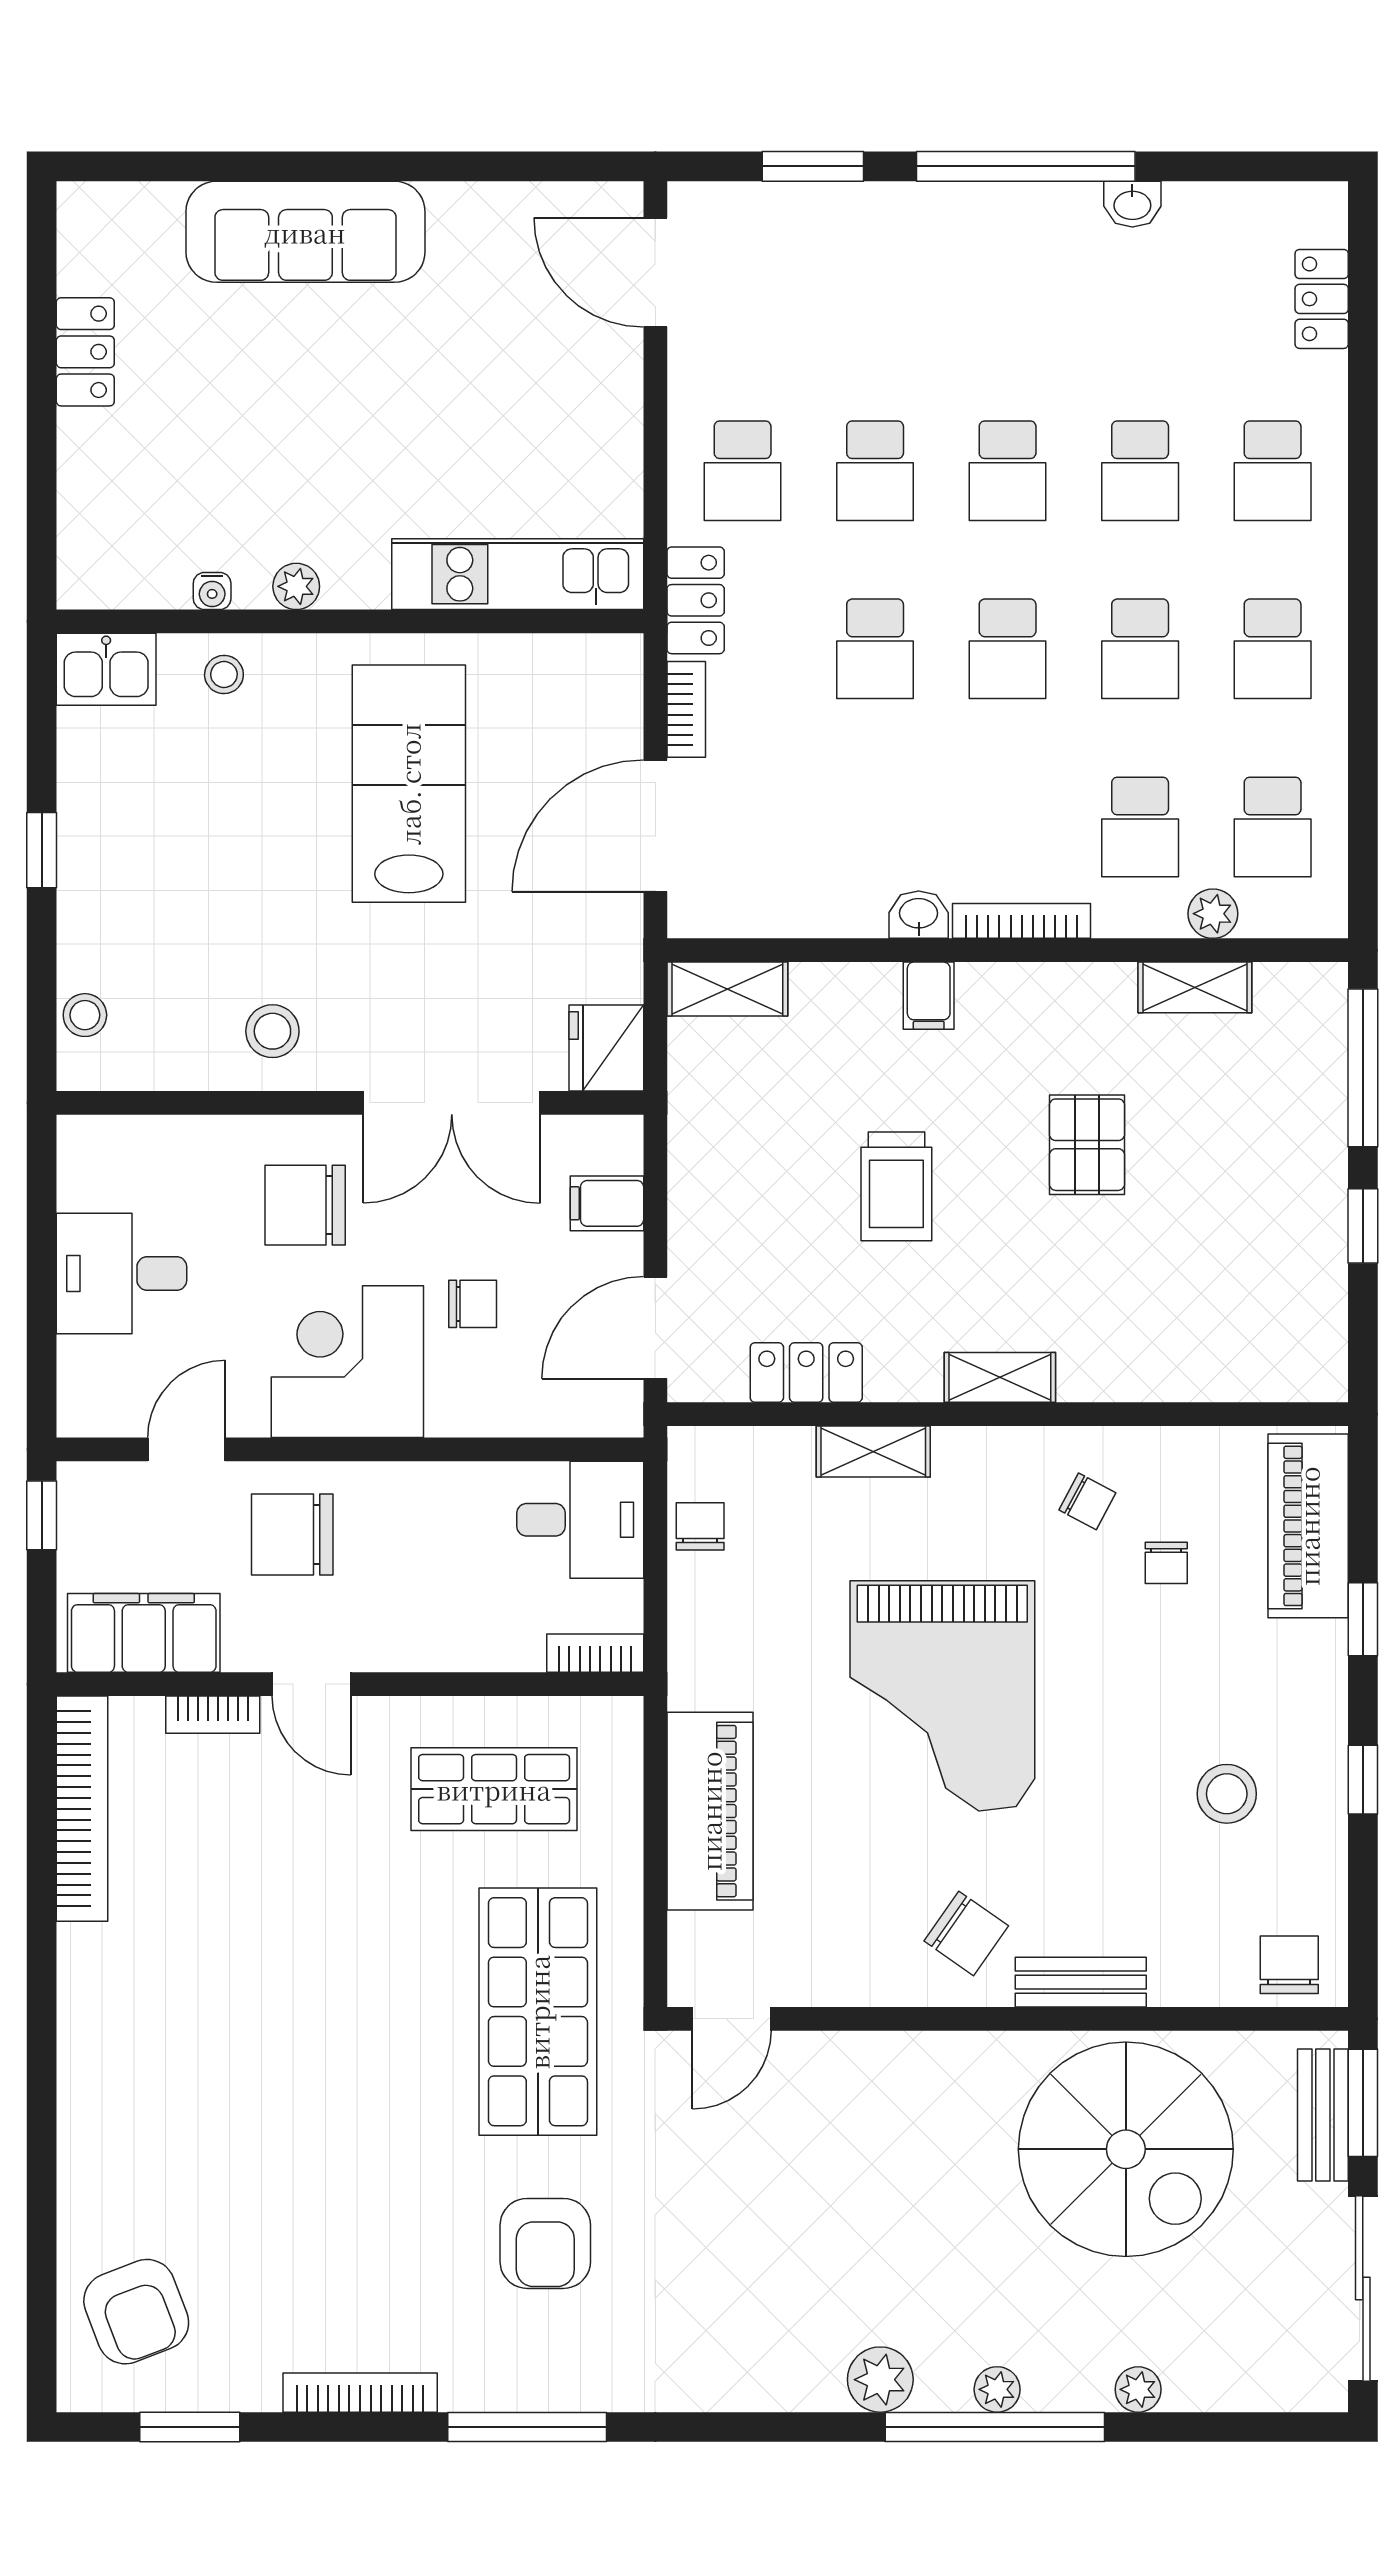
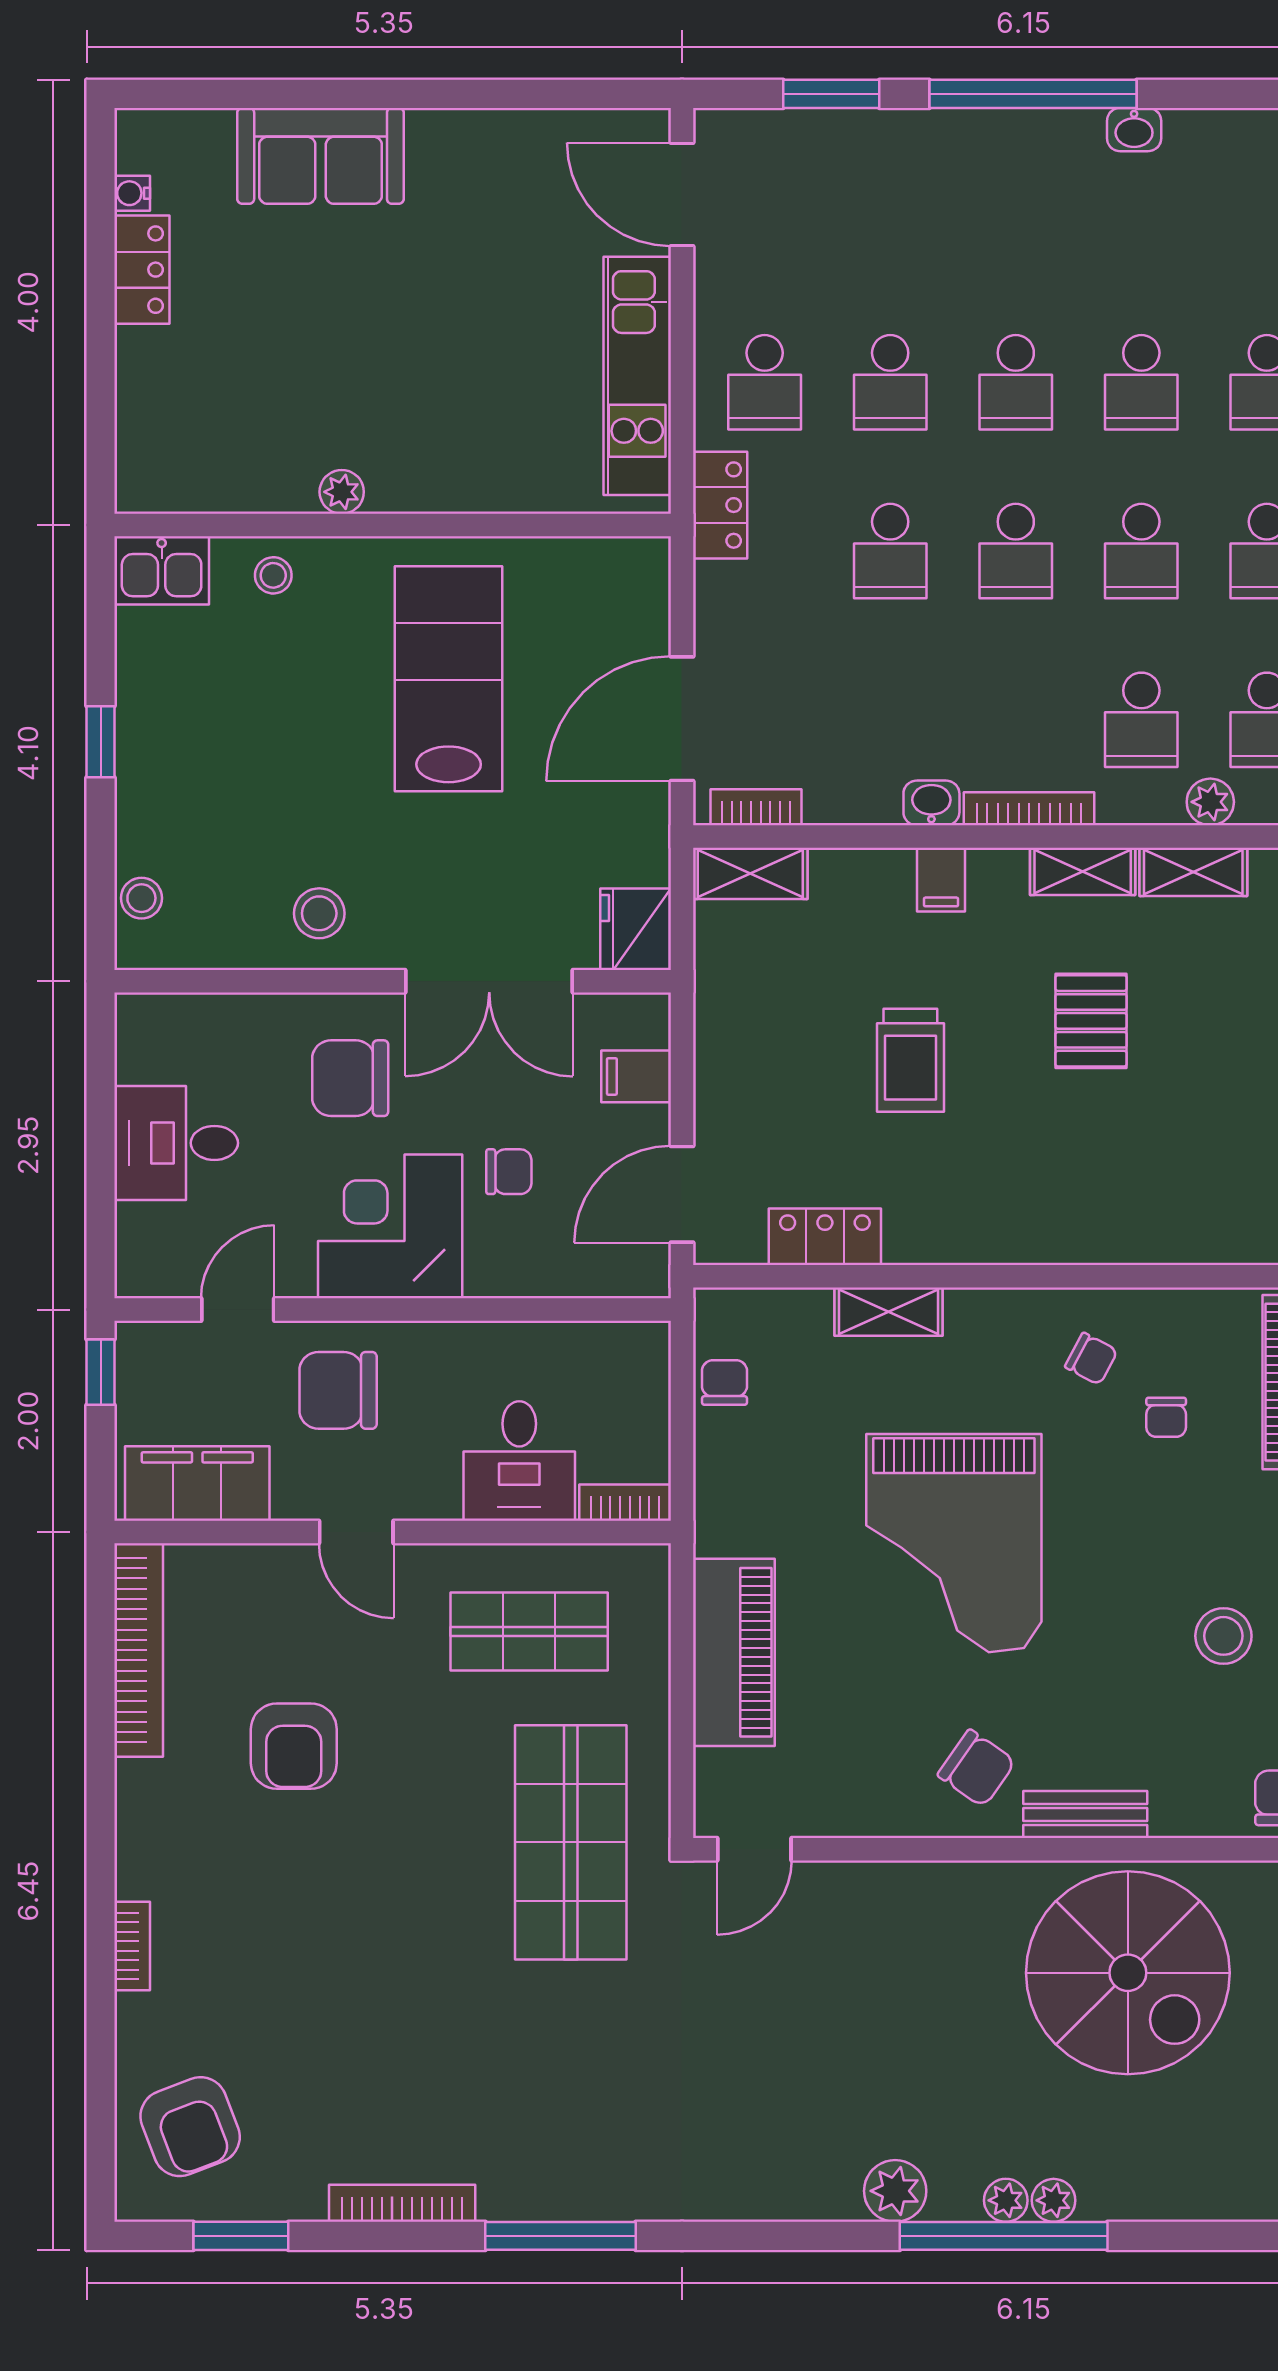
sofa: (305, 232) -> (321, 156), width x0.73
kitchen unit: (518, 574) -> (637, 376), moved, turned -90
water cooler: (212, 591) -> (132, 193), moved, turned 90
bookcase: (686, 709) -> (756, 807), moved, turned -90
shelving: (1000, 1377) -> (1083, 871), moved
desk: (580, 1520) -> (519, 1461), moved, turned 90
bookcase: (213, 1715) -> (132, 1946), moved, turned -90
armchair: (545, 2243) -> (294, 1746), moved
plant: (1138, 2389) -> (1054, 2200), moved

